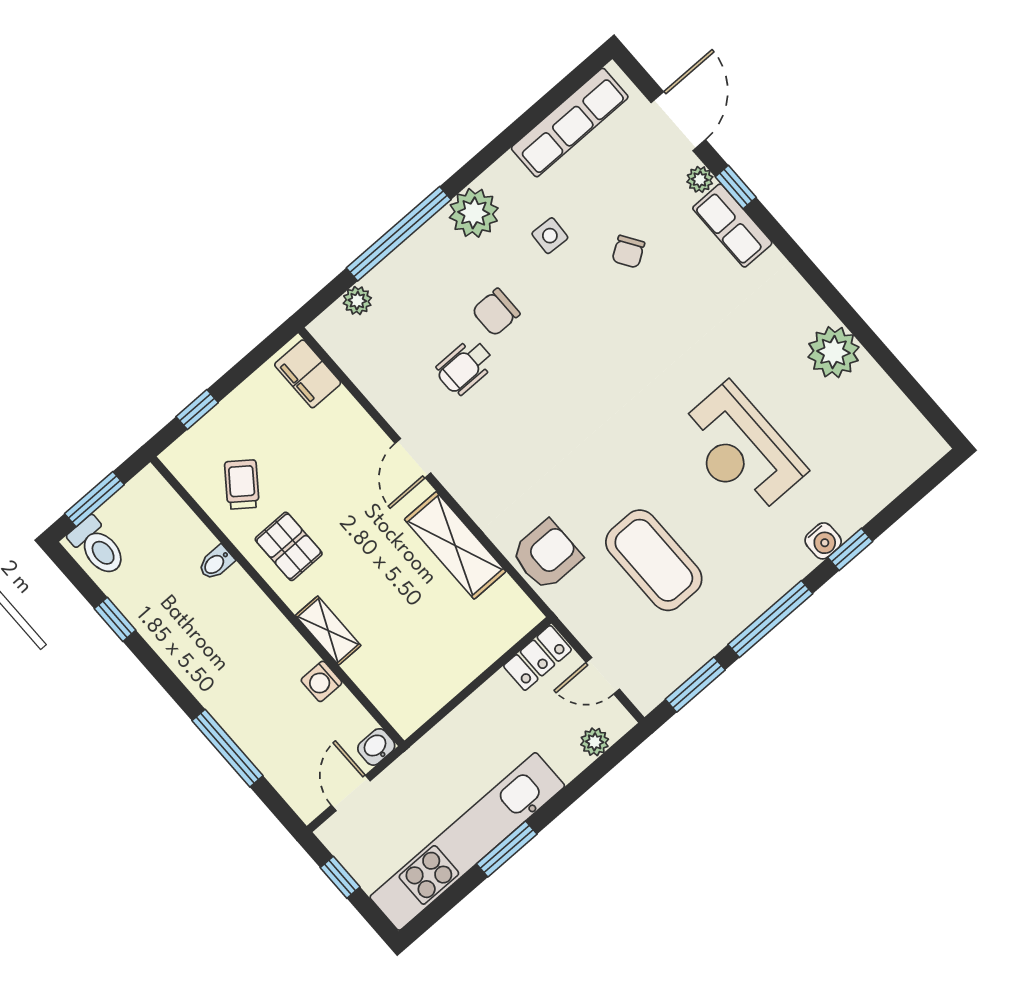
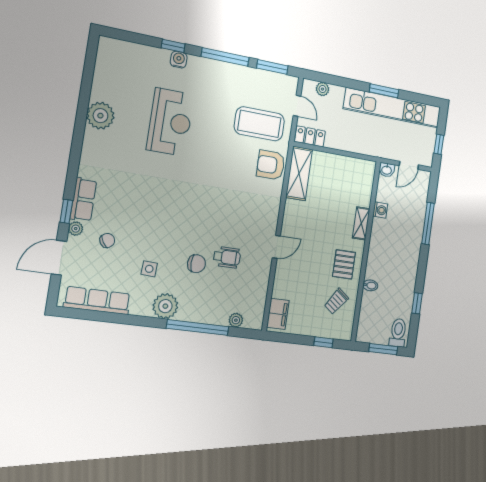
chair: (628, 252) -> (107, 240), moved
shelving: (455, 545) -> (299, 173), moved
coffee table: (654, 560) -> (259, 124), moved, turned 90

